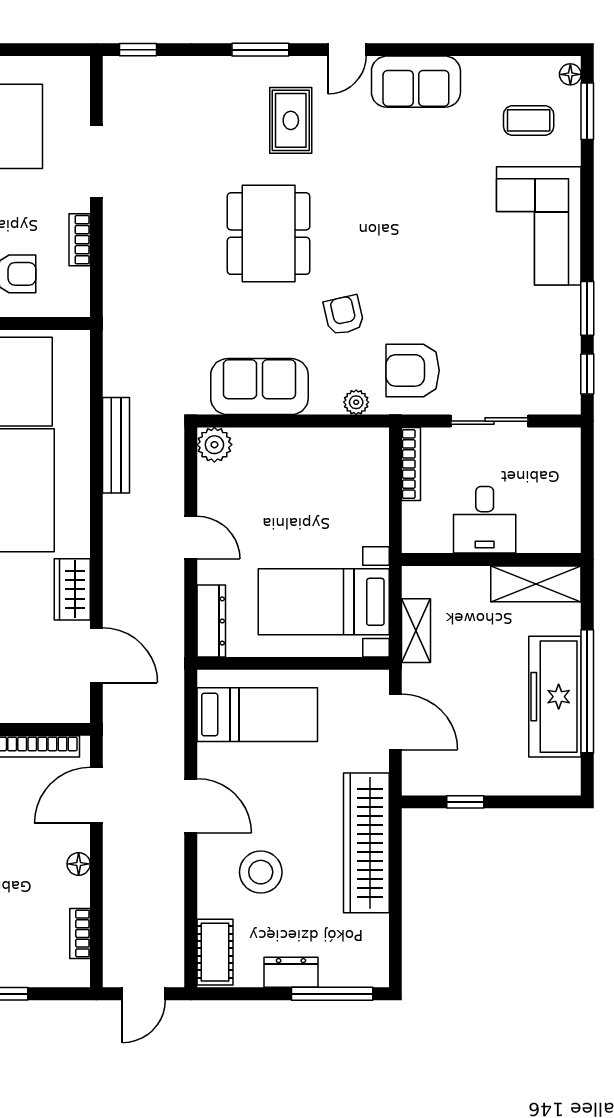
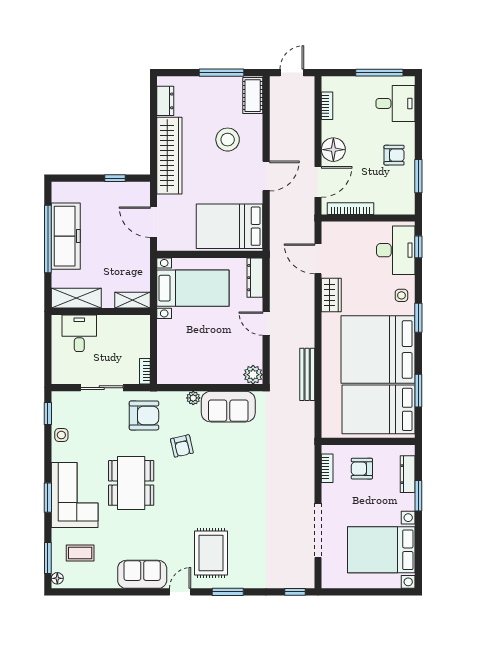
rug: (291, 120) -> (211, 553), width x1.36, depth x1.43
doorway: (96, 162) -> (318, 530), width x1.36
dining table: (269, 234) -> (131, 483), moved
bookcase: (80, 240) -> (327, 468), moved
window: (587, 308) -> (48, 498), moved
side table: (563, 335) -> (61, 435), added
plant: (356, 402) -> (193, 398), moved
bookcase: (411, 464) -> (145, 371), width x0.64
desk: (485, 520) -> (79, 333), moved
shelving: (416, 631) -> (132, 300), moved, turned 90
bed: (257, 715) -> (229, 226), width x1.50
door: (191, 806) -> (266, 176), swing flipped
floor lamp: (79, 864) -> (333, 150), width x1.89, depth x1.89
dresser: (291, 972) -> (165, 101), moved, turned -90
window: (332, 994) -> (221, 73), moved

